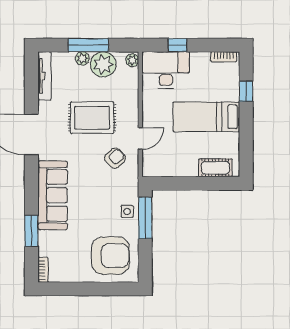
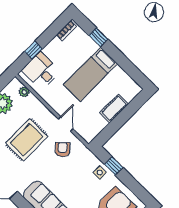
plant: (132, 60) -> (24, 92), moved
desk: (166, 70) -> (41, 71), width x0.73
cot: (215, 168) -> (114, 108), moved
window: (145, 218) -> (114, 166), width x0.46

